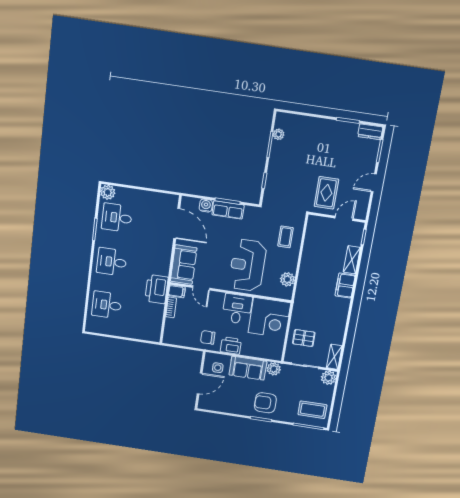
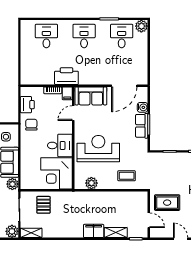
printer: (231, 346) -> (27, 105), moved

